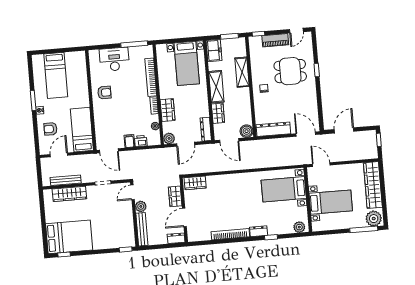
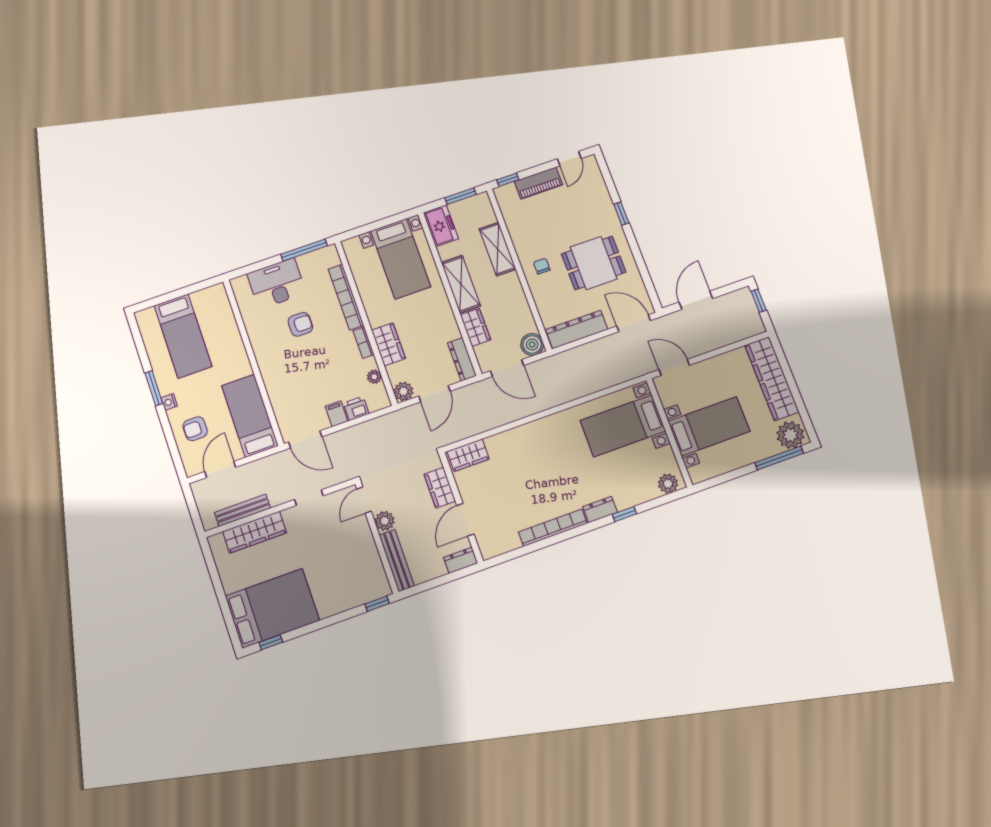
dining table: (290, 71) -> (594, 263), moved
armchair: (104, 93) -> (300, 324), moved

